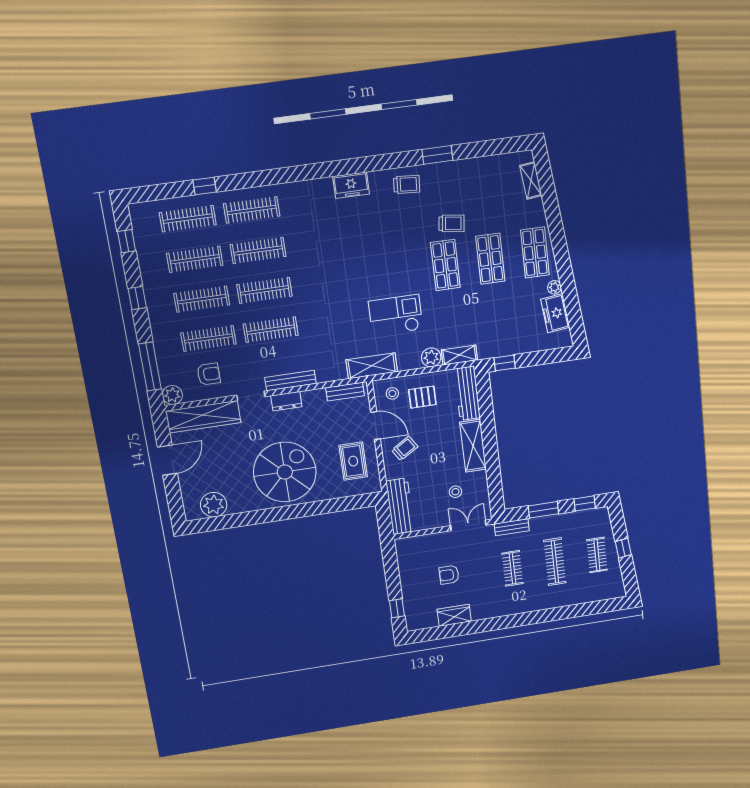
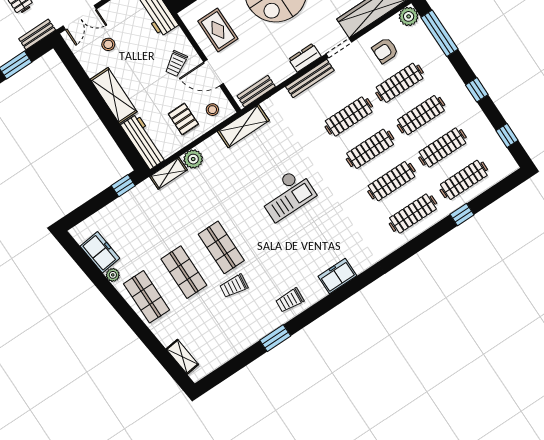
checkout: (396, 315) -> (287, 195), moved
pallet: (422, 397) -> (183, 119), turned 90

